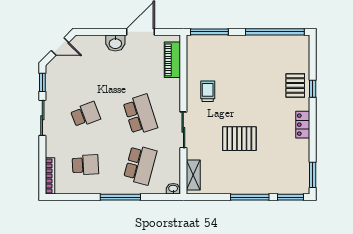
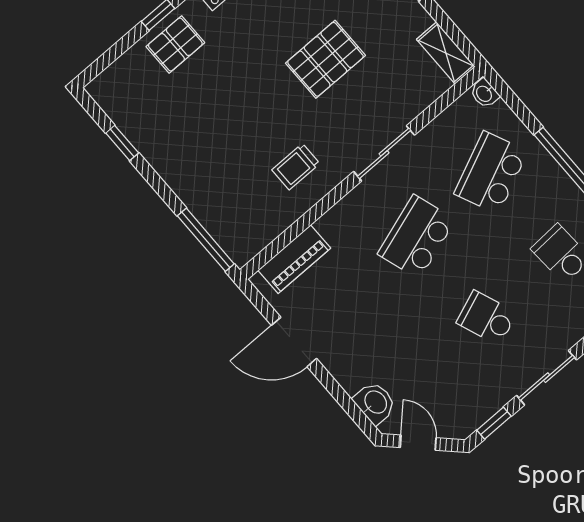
window: (275, 32) -> (122, 143), width x0.32
washbasin: (115, 43) -> (375, 403), moved
pallet: (239, 139) -> (325, 59), turned 90
school desk: (140, 165) -> (491, 173), turned -39
shelving: (193, 175) -> (446, 53), moved, turned 90

